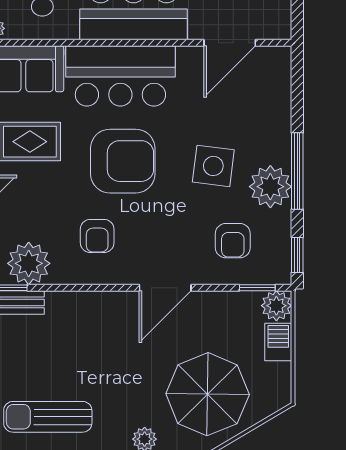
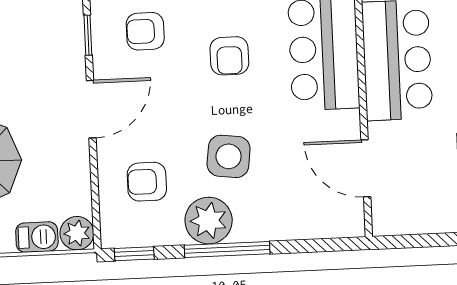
armchair: (123, 161) -> (229, 56), width x0.53, depth x0.53
door: (165, 288) -> (91, 109), swing flipped
window: (257, 288) -> (88, 35), moved

